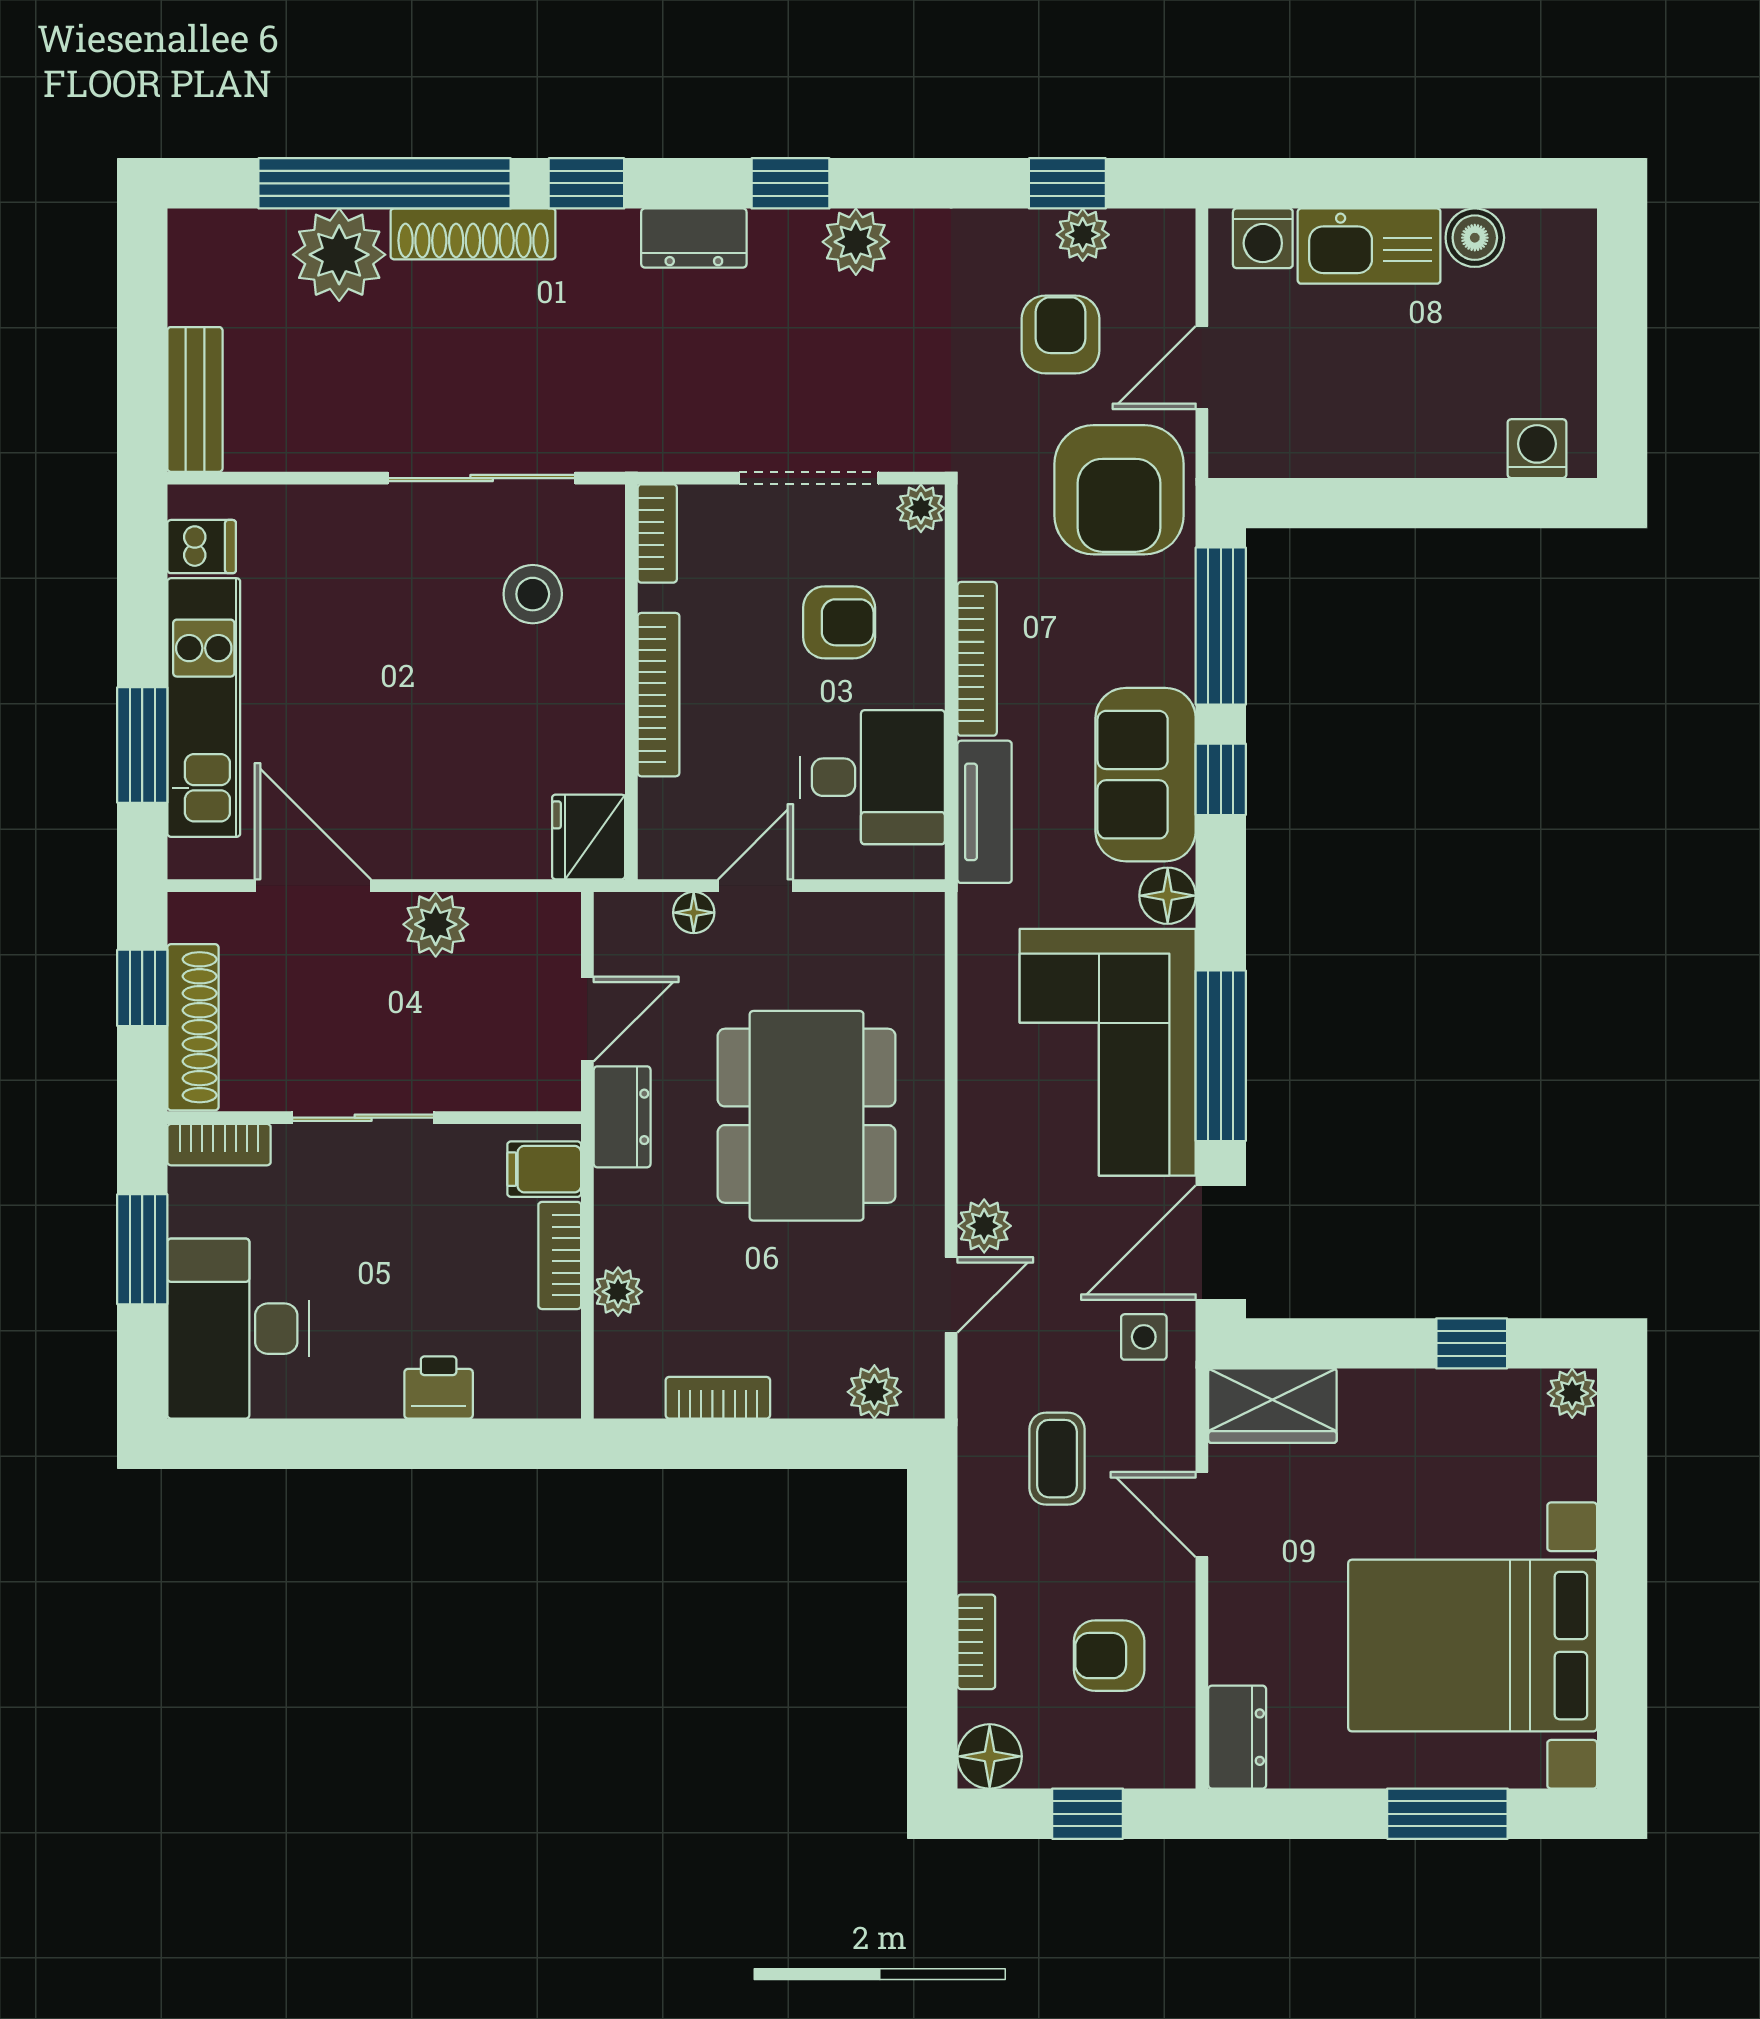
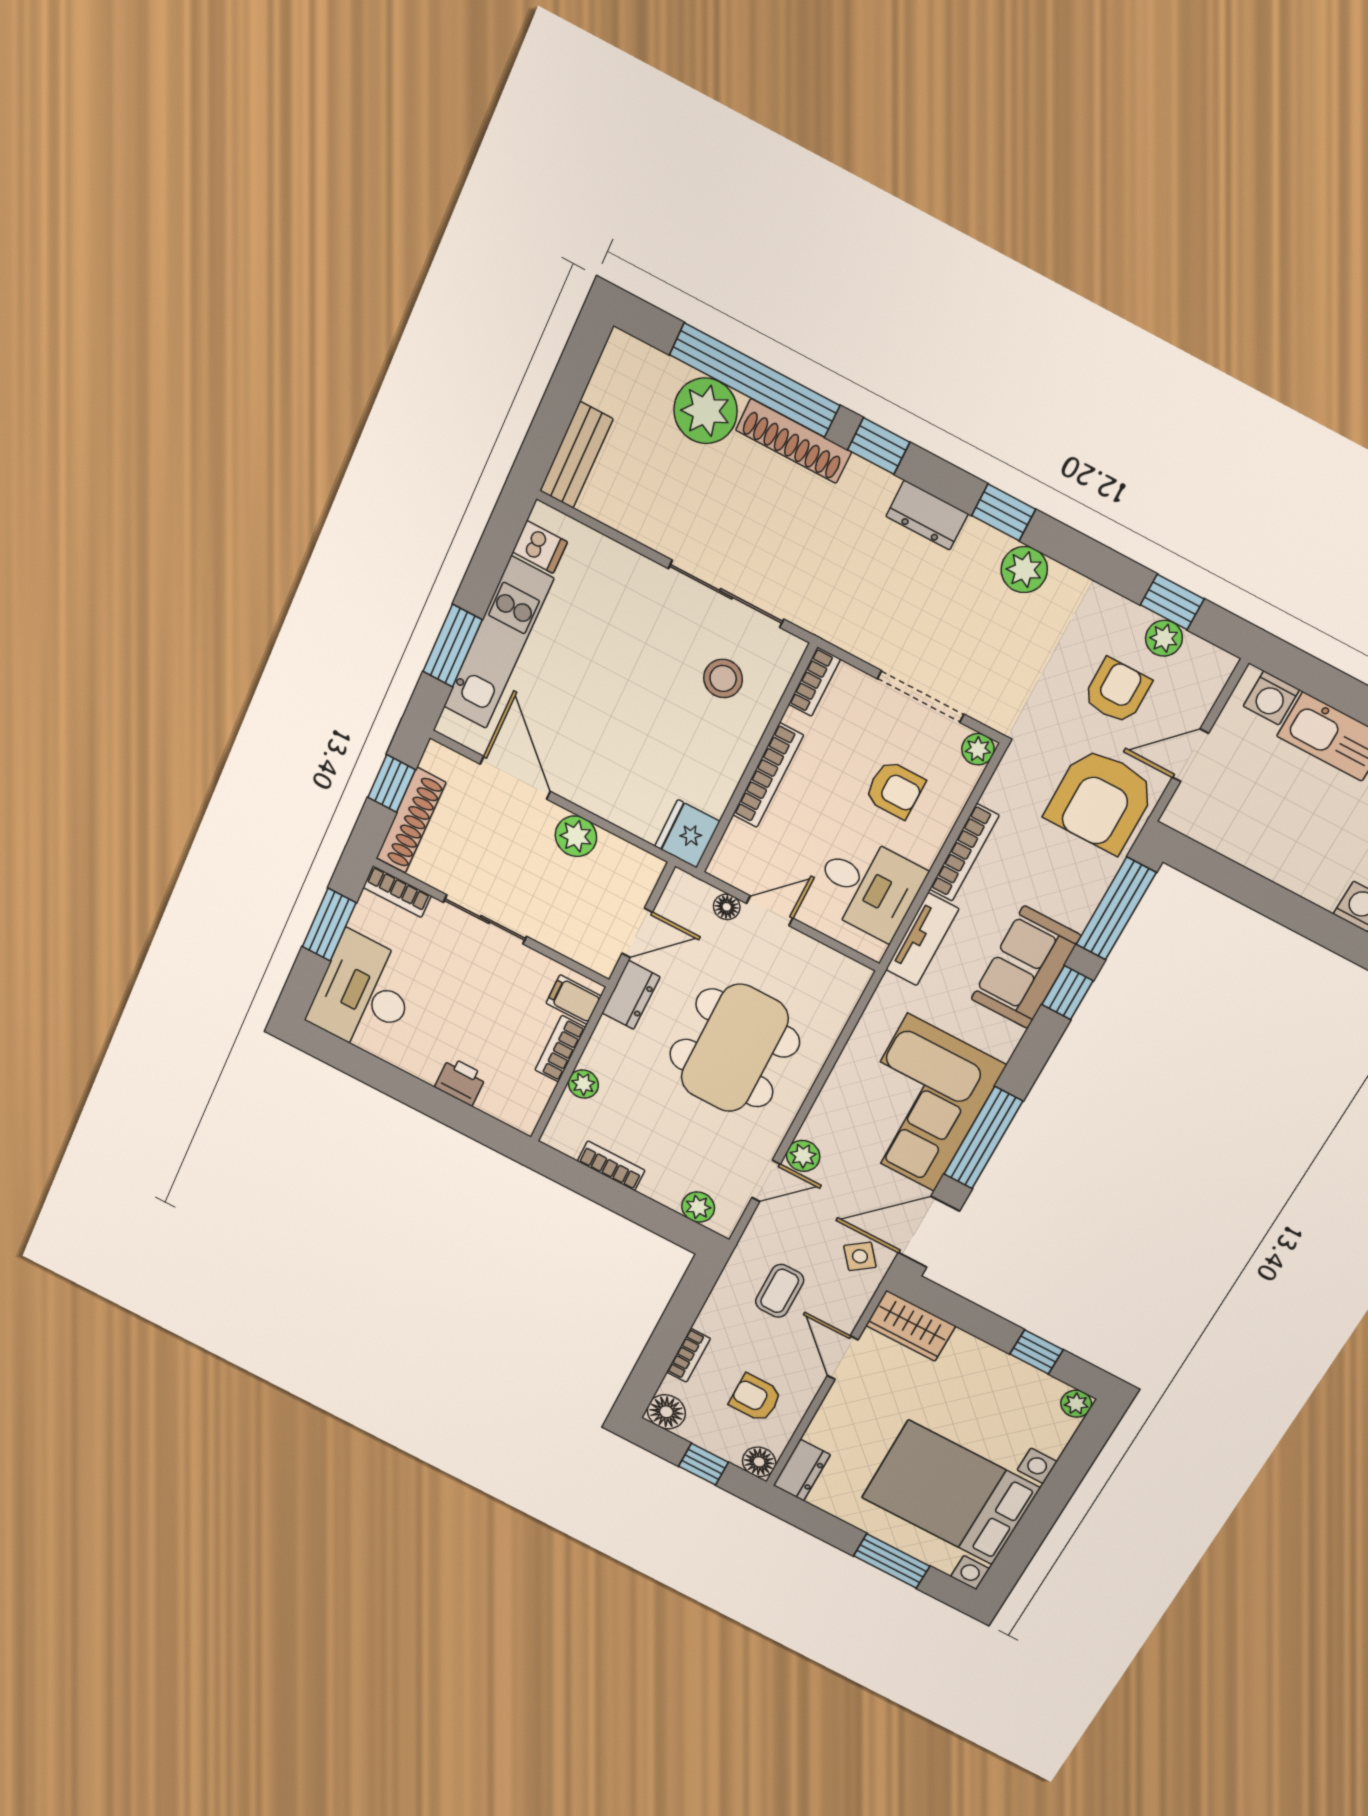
floor lamp: (1168, 896) -> (759, 1462), moved
side table: (1144, 1337) -> (860, 1256), turned -38

